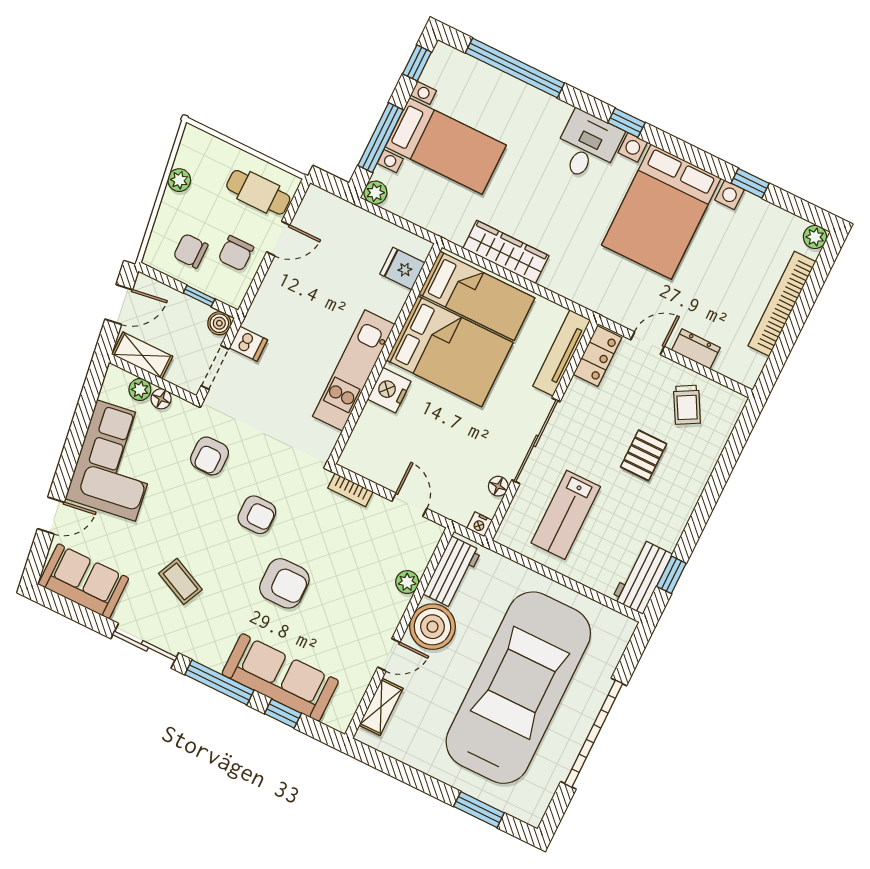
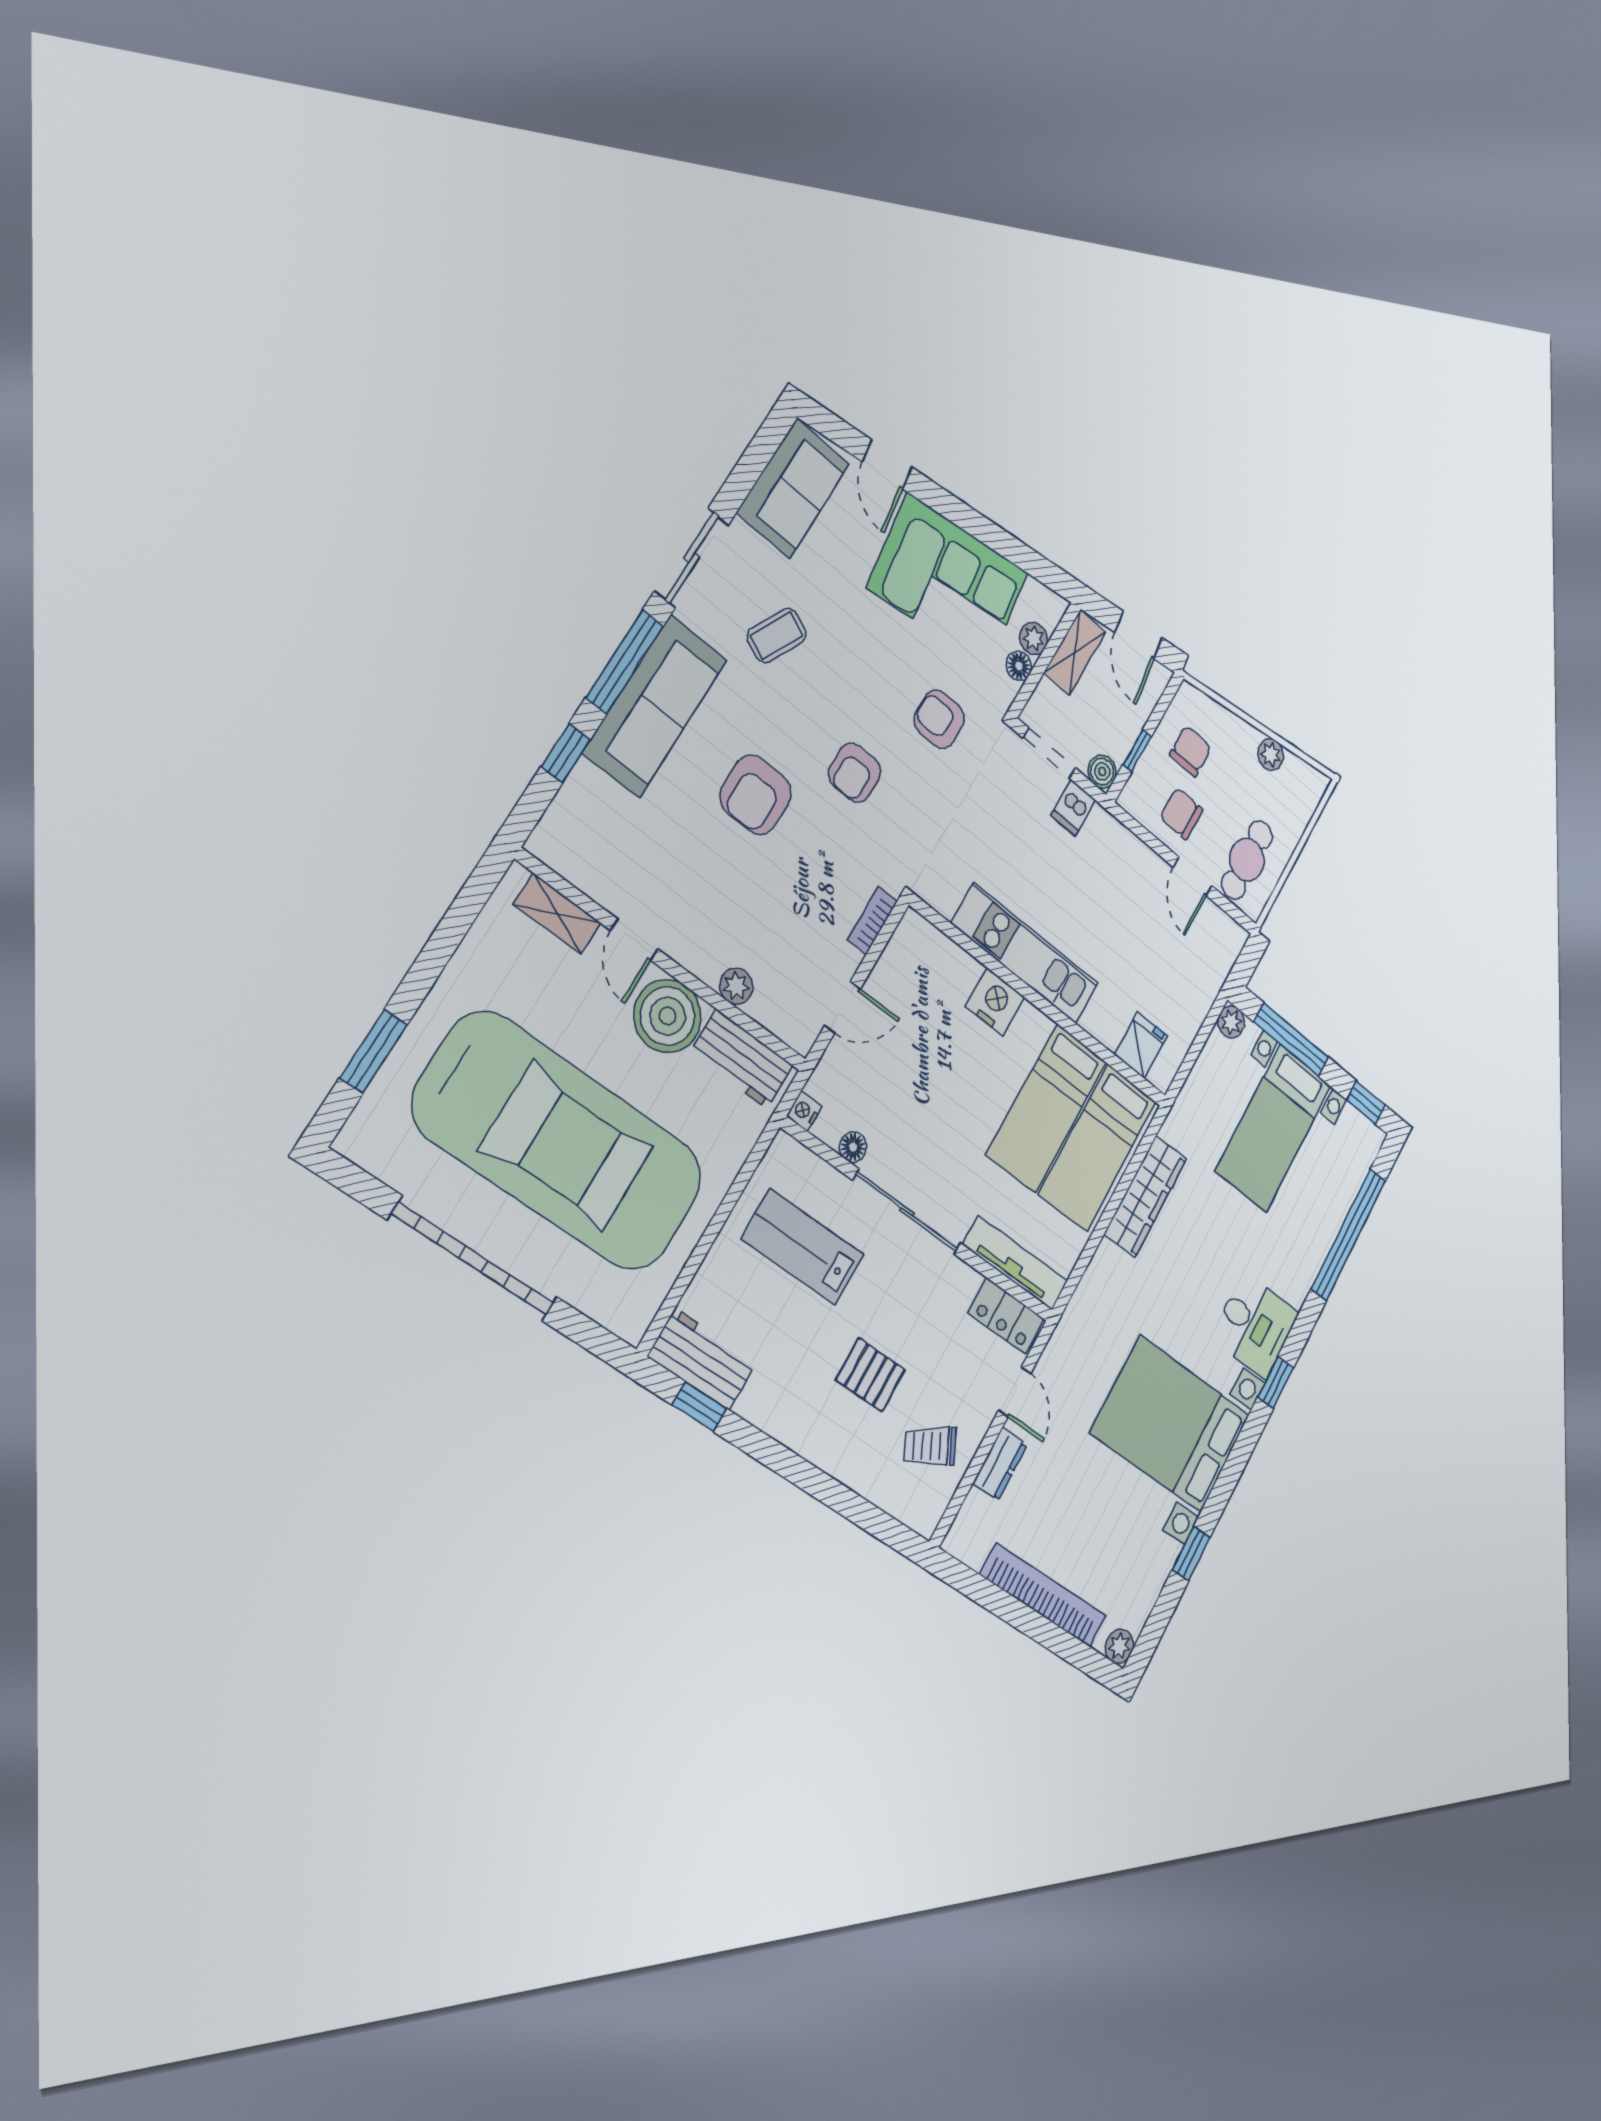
bed: (450, 351) -> (1047, 1108), width x0.67
sofa: (280, 677) -> (655, 706), moved

